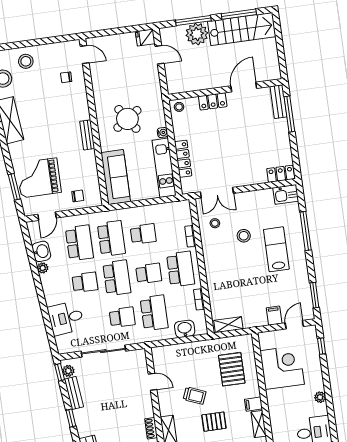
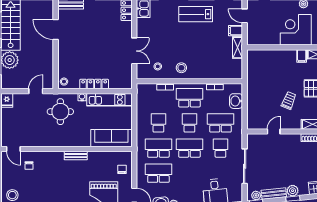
door: (85, 55) -> (13, 149), swing flipped
door: (160, 55) -> (36, 91), moved
locker: (213, 101) -> (63, 55), removed
round table: (127, 119) -> (60, 112), moved, turned 34
locker: (183, 159) -> (94, 84), moved
double door: (217, 193) -> (134, 51), moved
stool: (244, 236) -> (181, 68), moved
lab bench: (276, 249) -> (196, 14), moved
school desk: (85, 282) -> (189, 173), removed
shelving: (228, 325) -> (238, 48), moved
corner desk: (282, 367) -> (296, 30), moved
pallet: (232, 369) -> (272, 69), removed
plant: (81, 416) -> (293, 191), added

